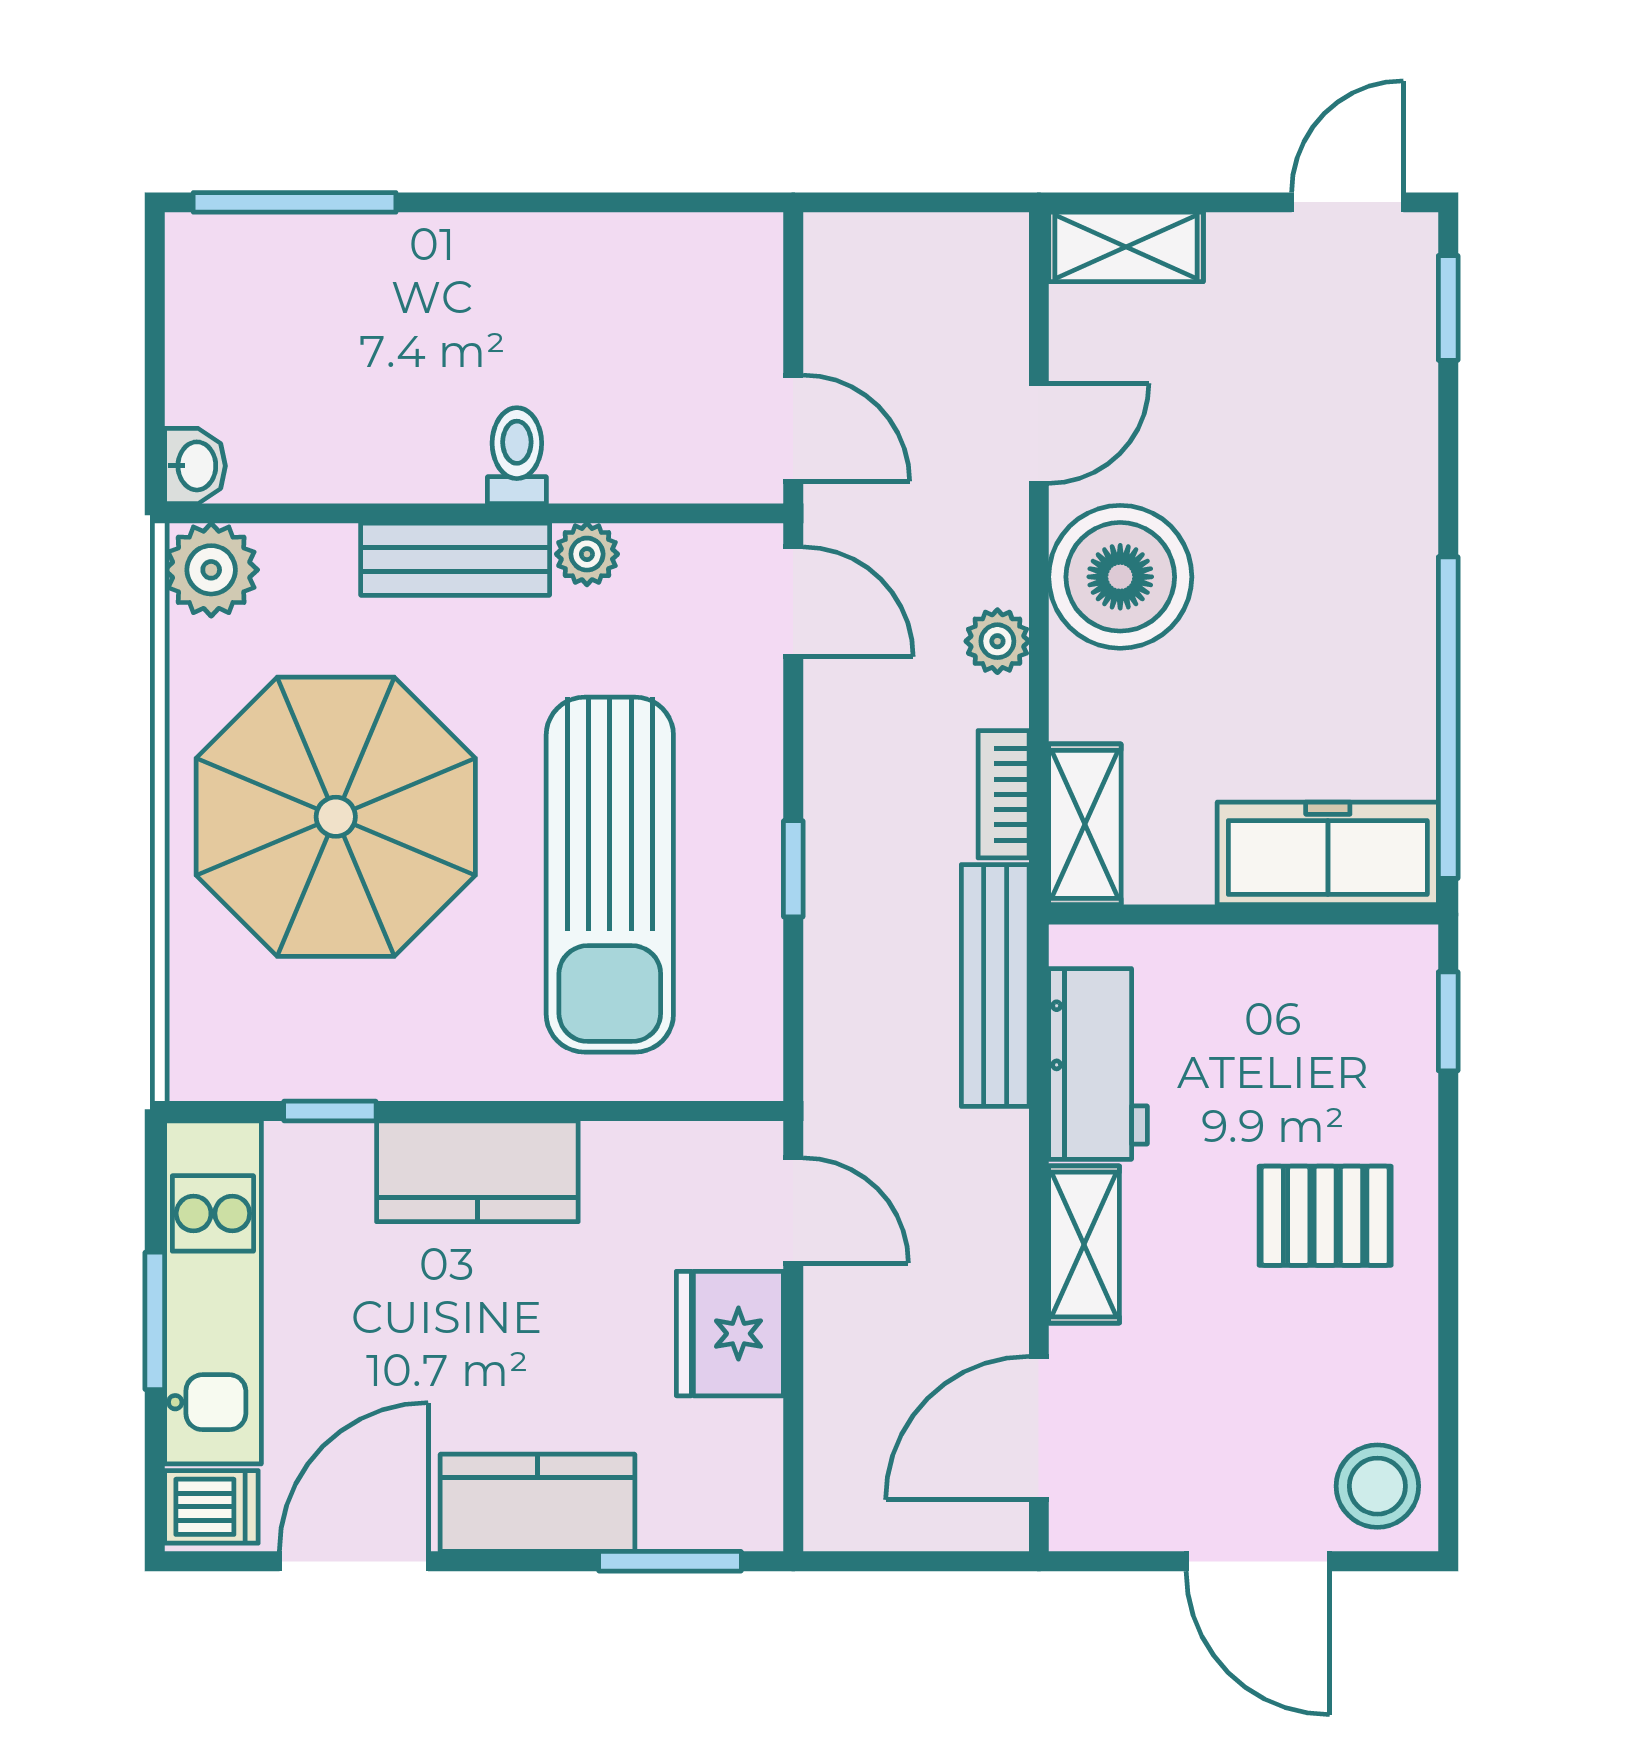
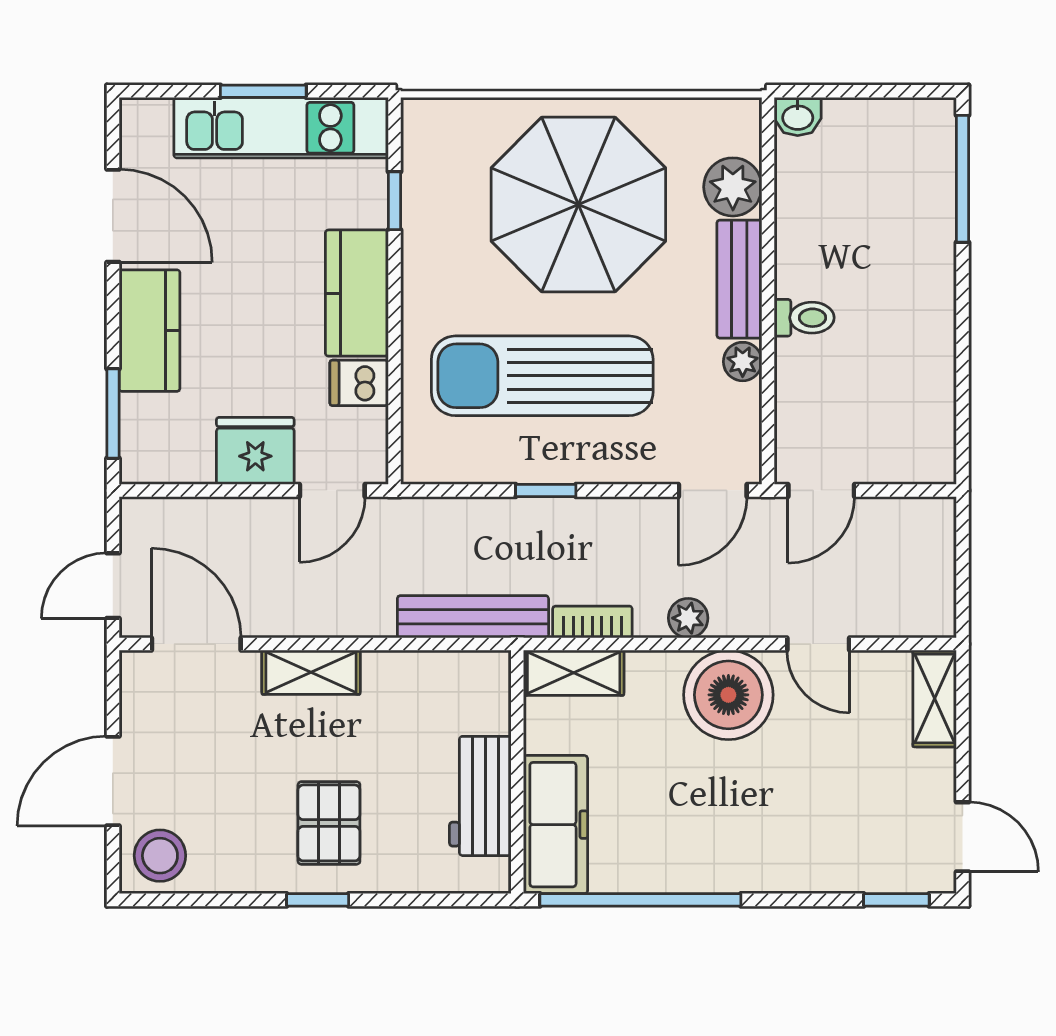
plant: (211, 570) -> (733, 187), moved
window: (1448, 1021) -> (318, 900), moved
workbench: (1098, 1064) -> (480, 796), moved, turned 90
dishwasher: (211, 1507) -> (359, 383), moved, turned 90
door: (945, 1561) -> (113, 586), added

